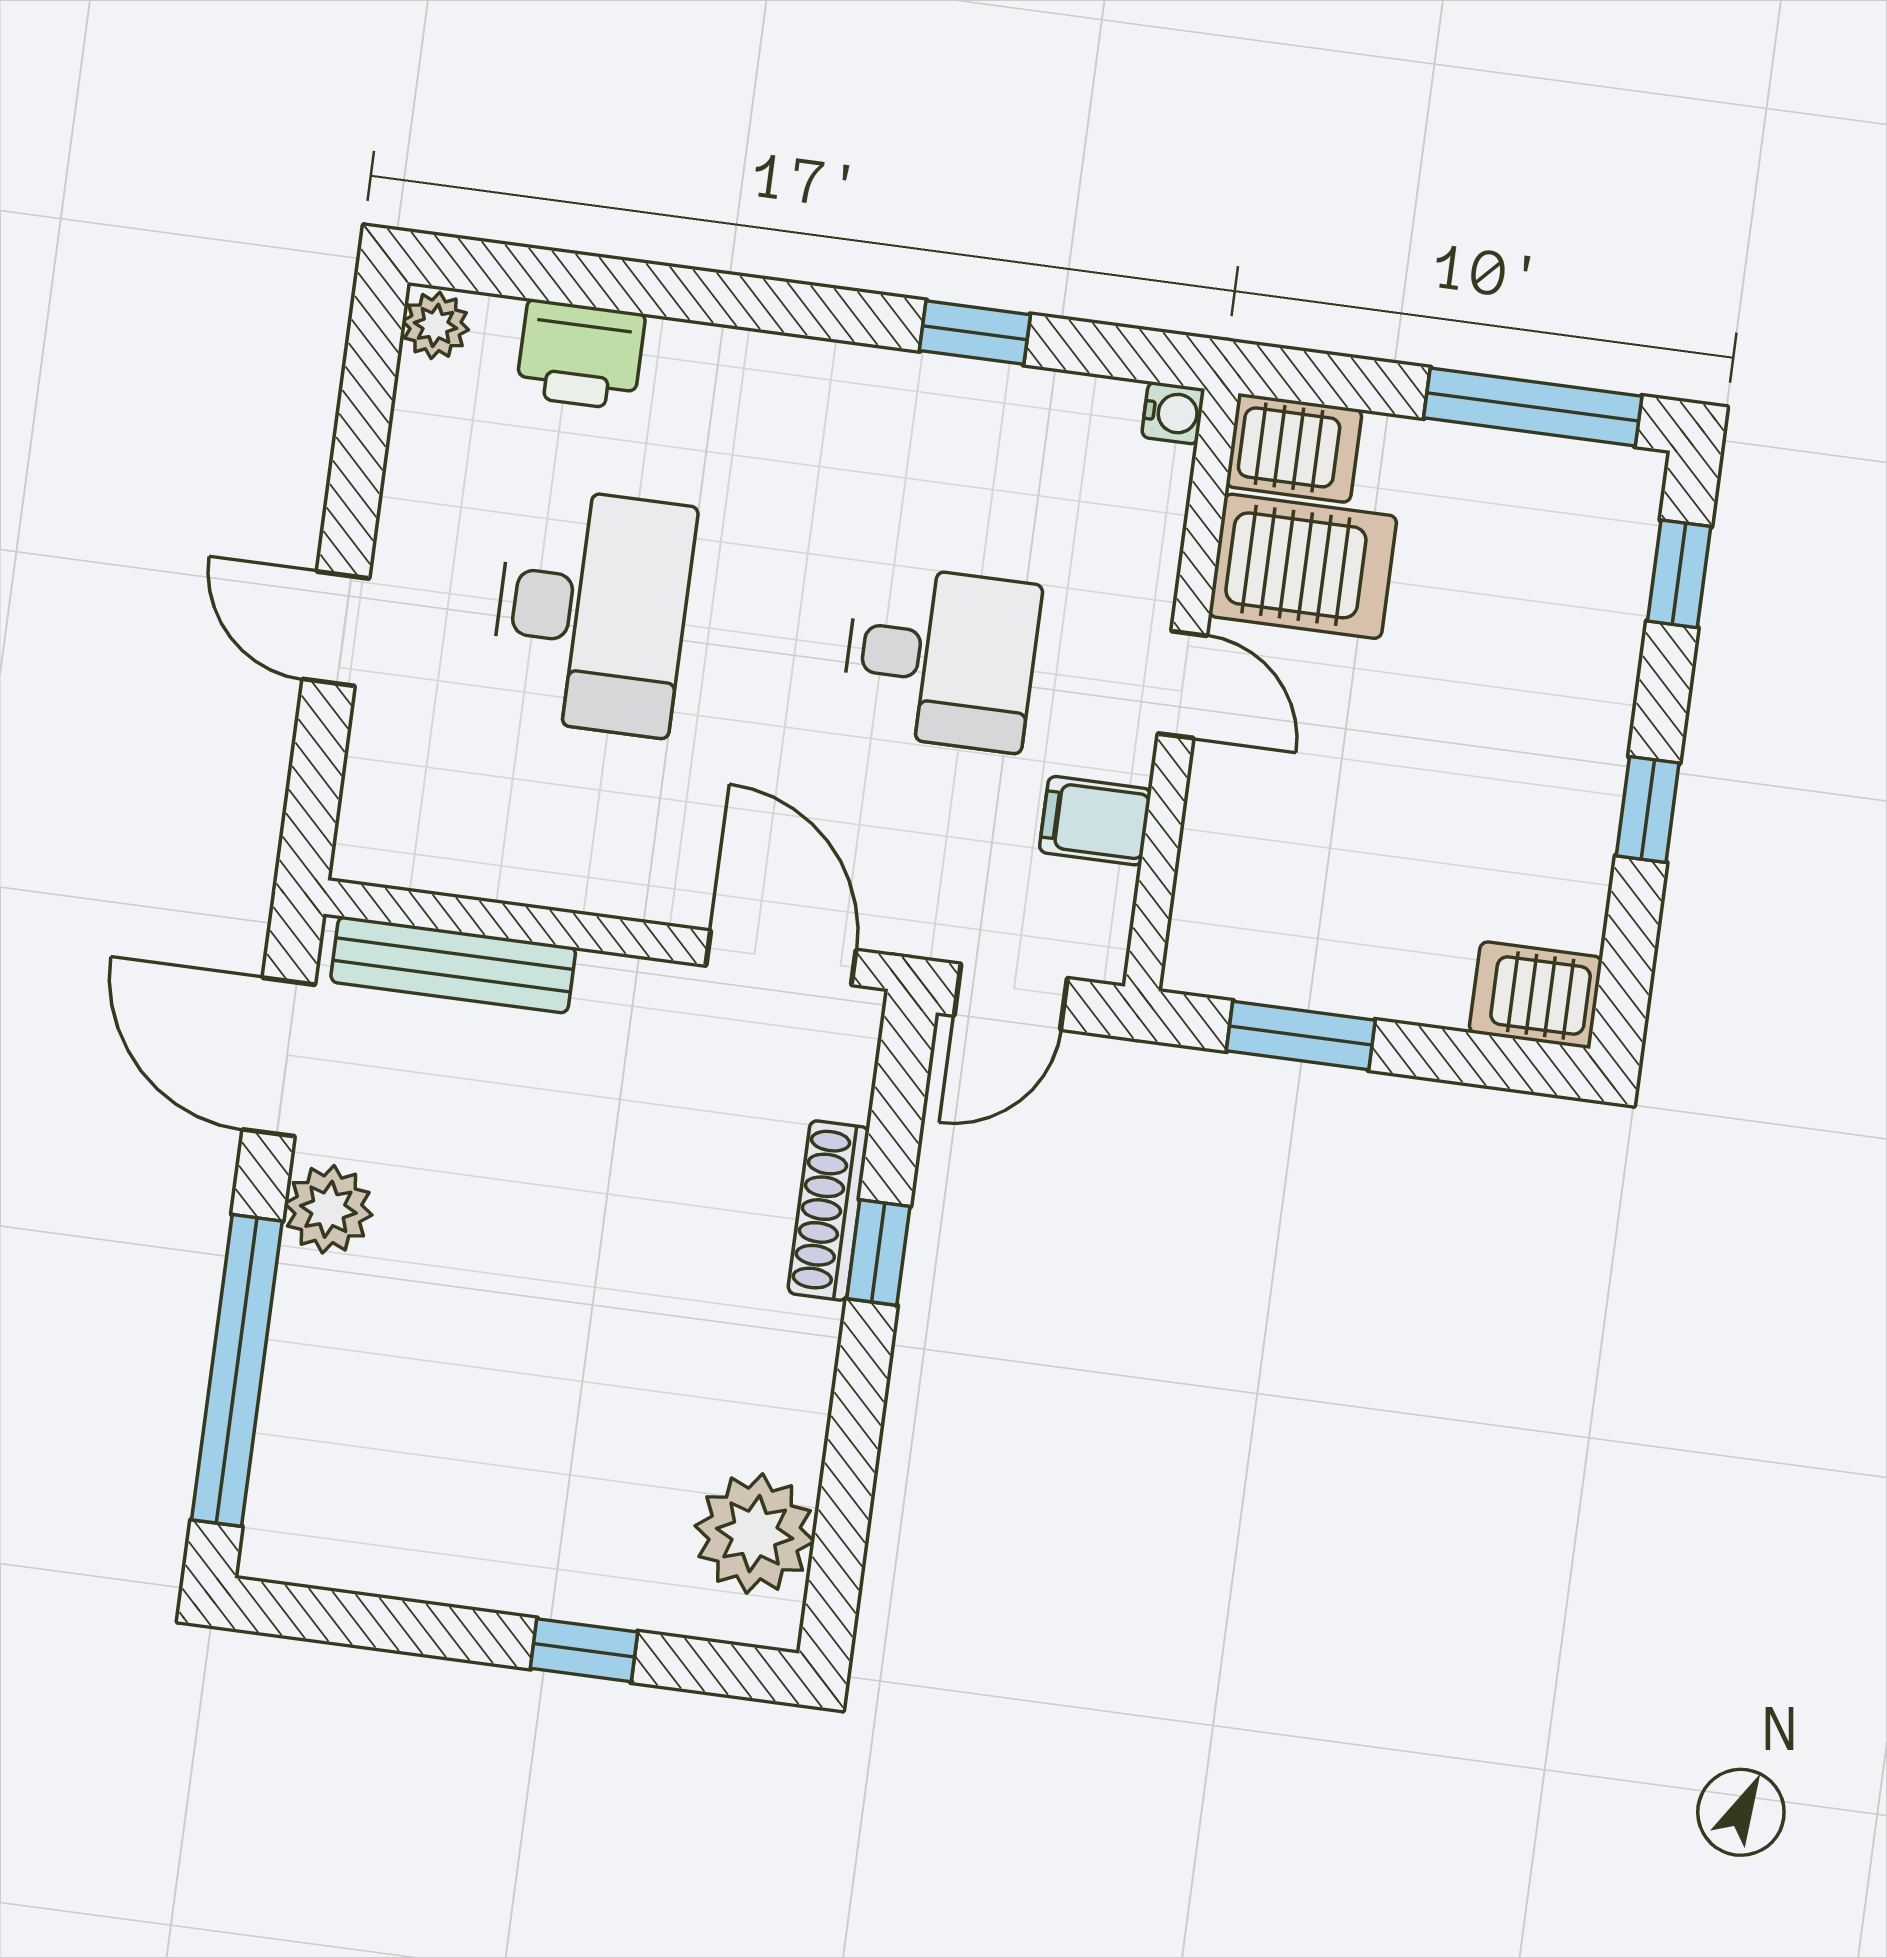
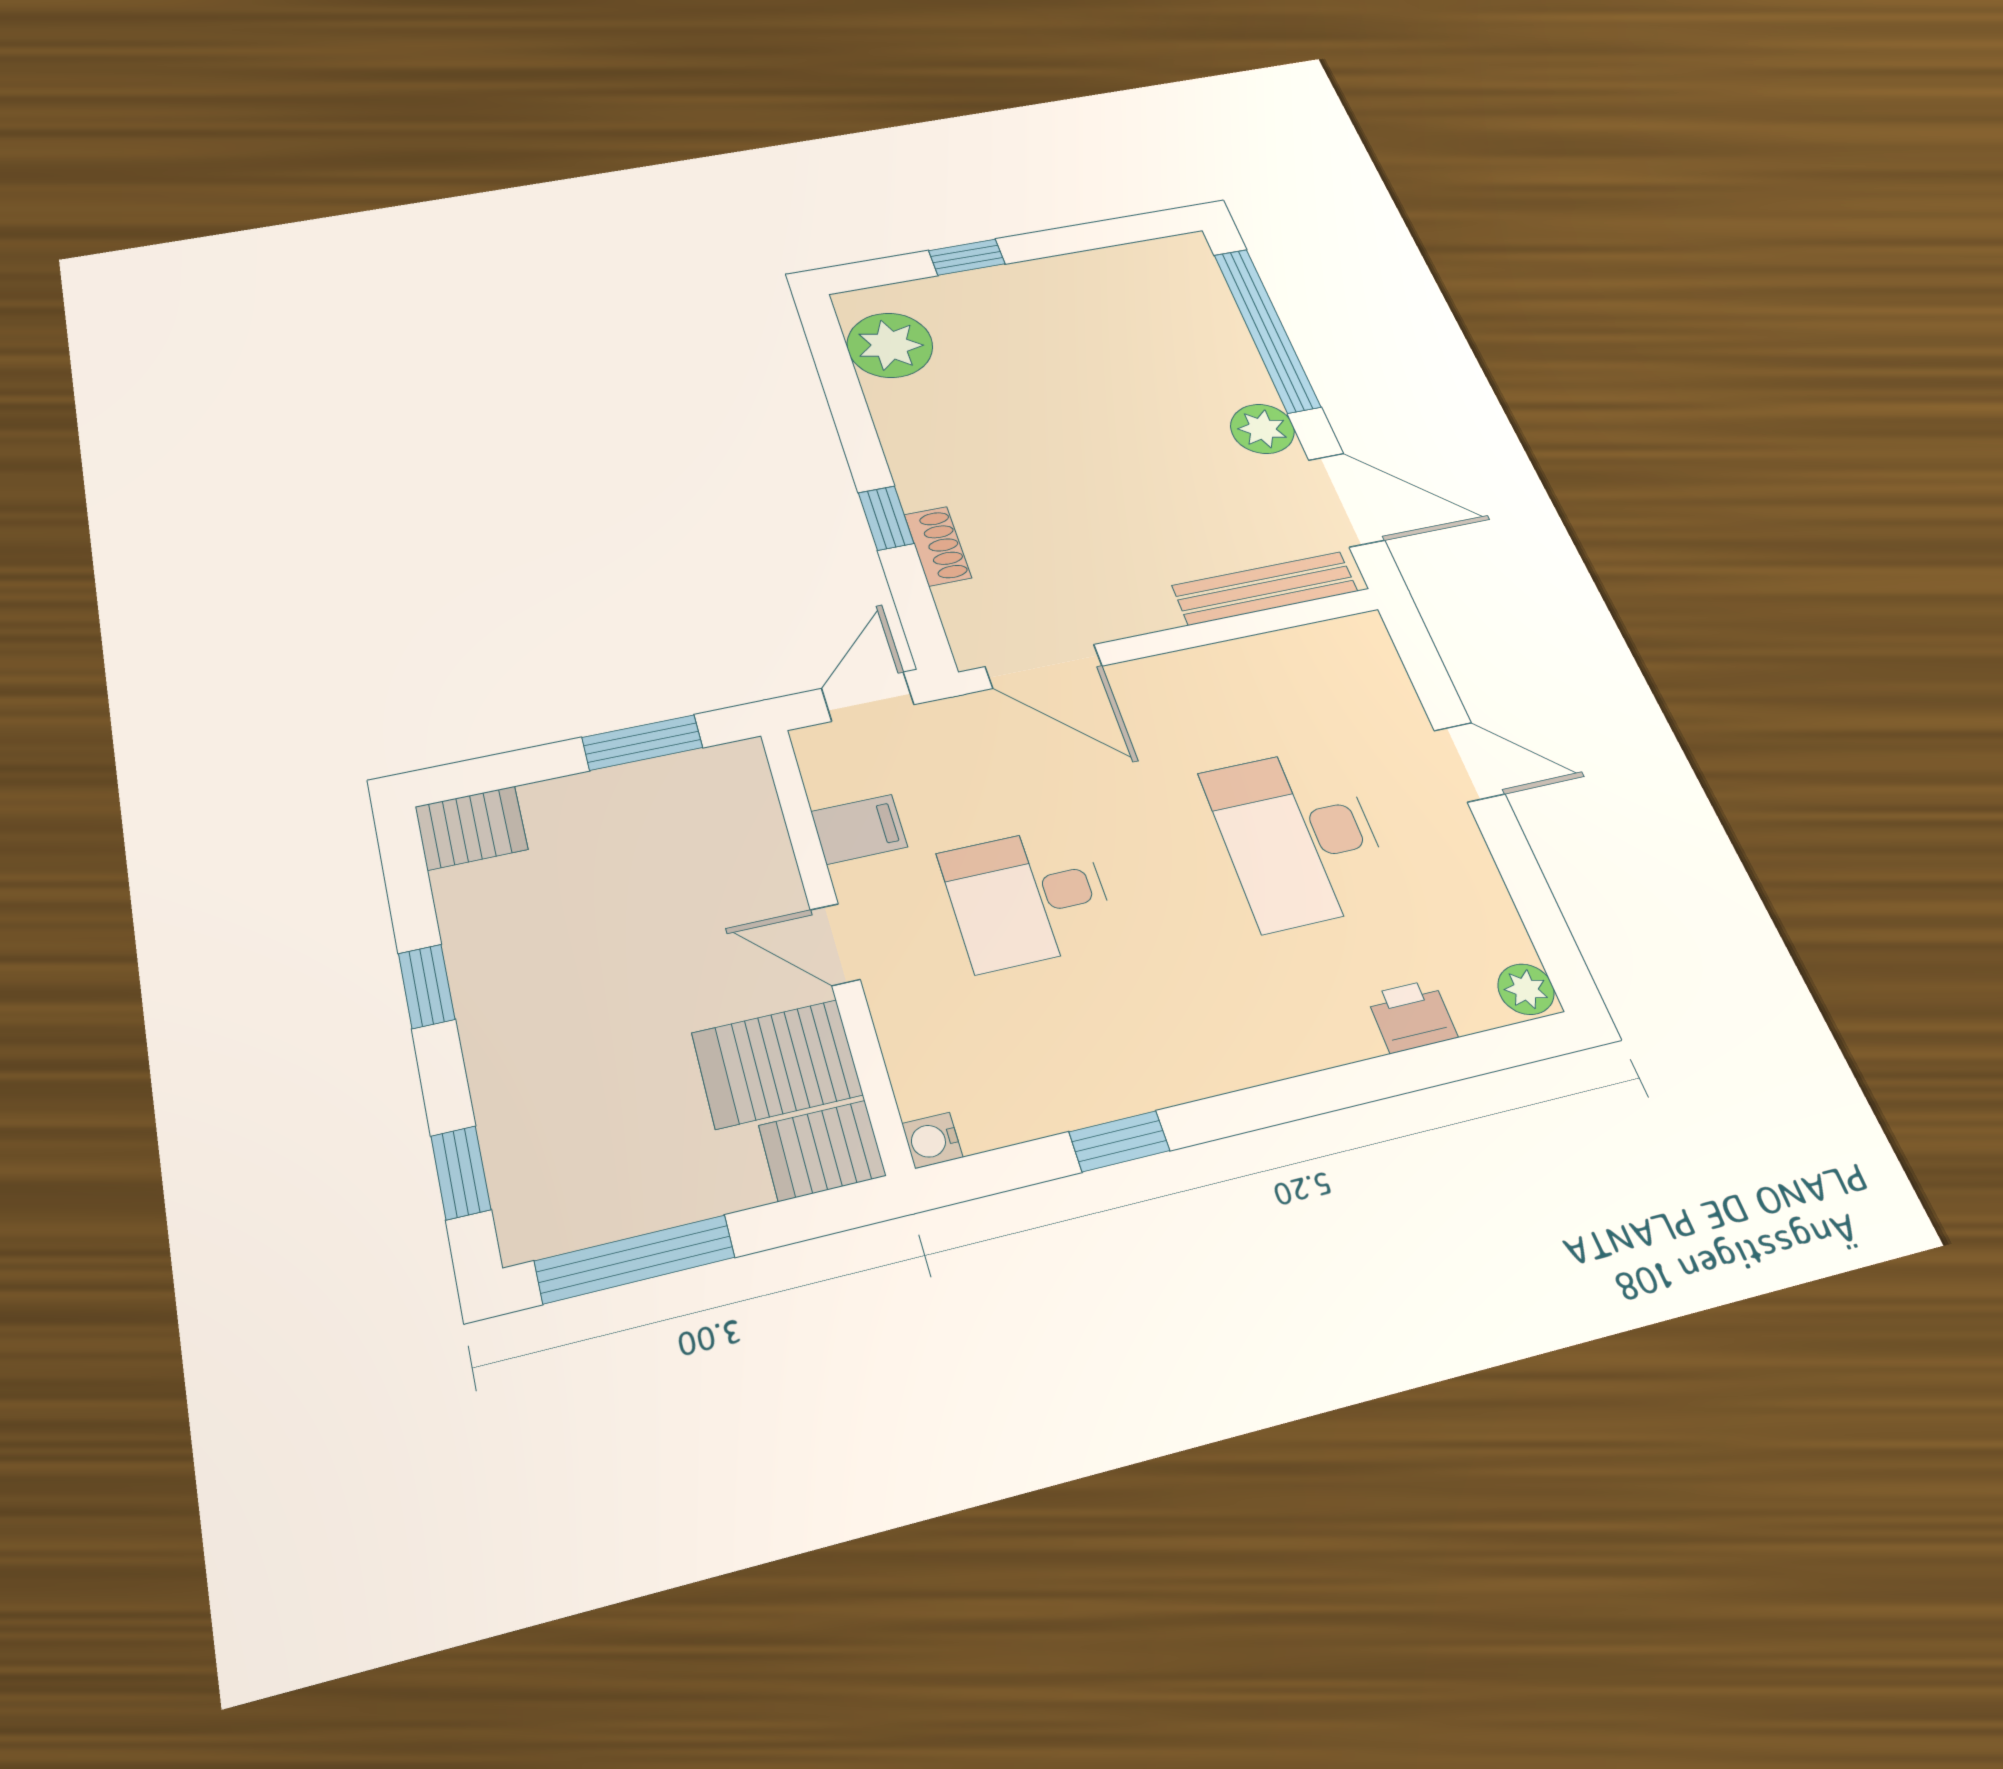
printer: (580, 355) -> (1412, 1016), width x0.73, depth x0.81
shoe rack: (829, 1211) -> (938, 546), width x0.70

